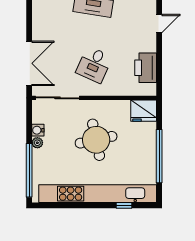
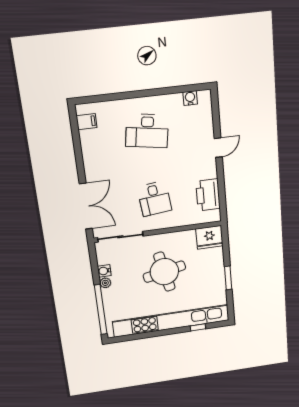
desk: (94, 65) -> (154, 199), turned -30
window: (159, 156) -> (228, 278), width x0.47

